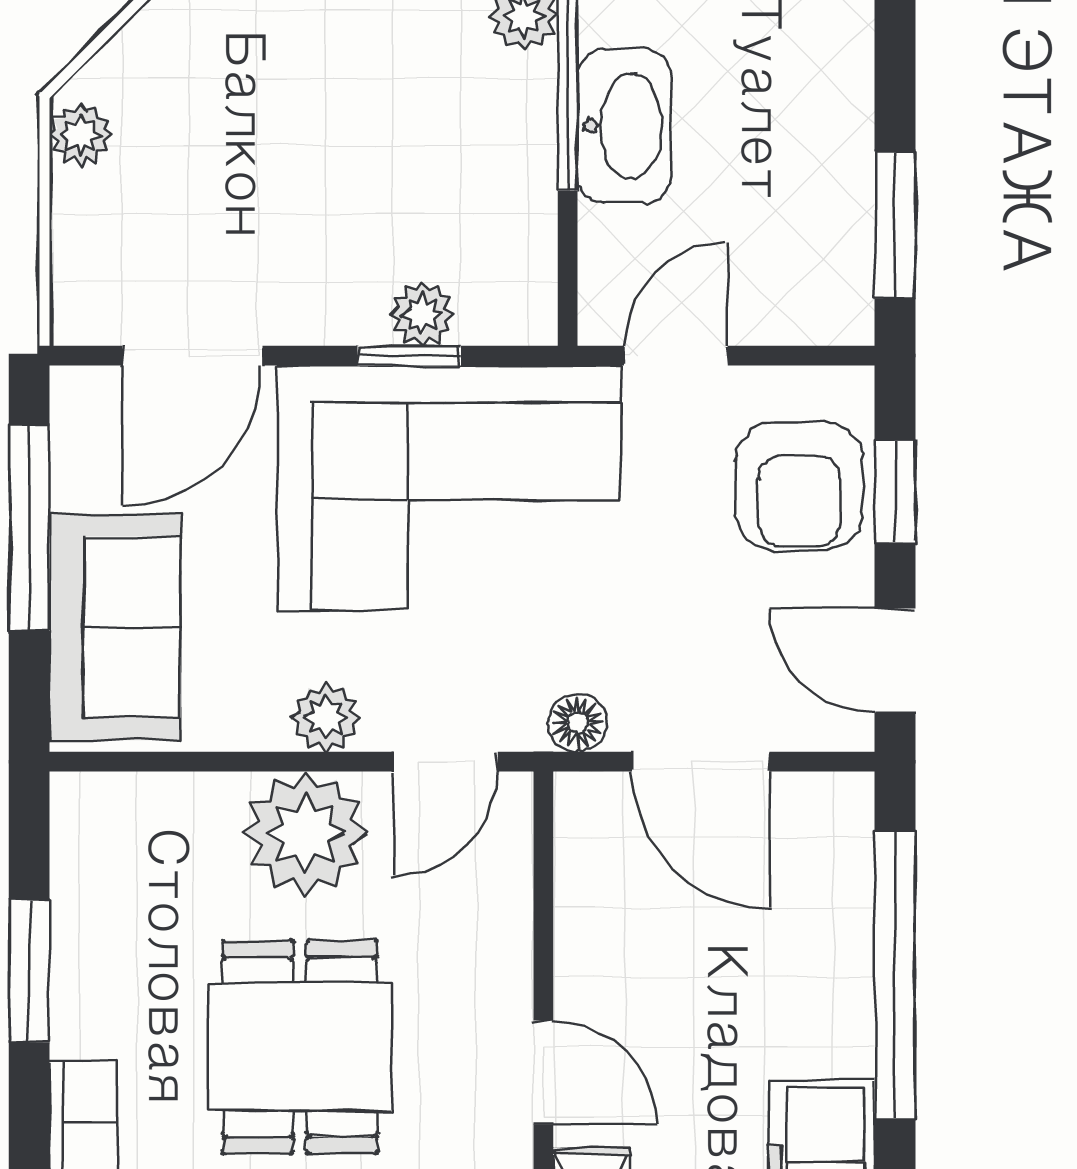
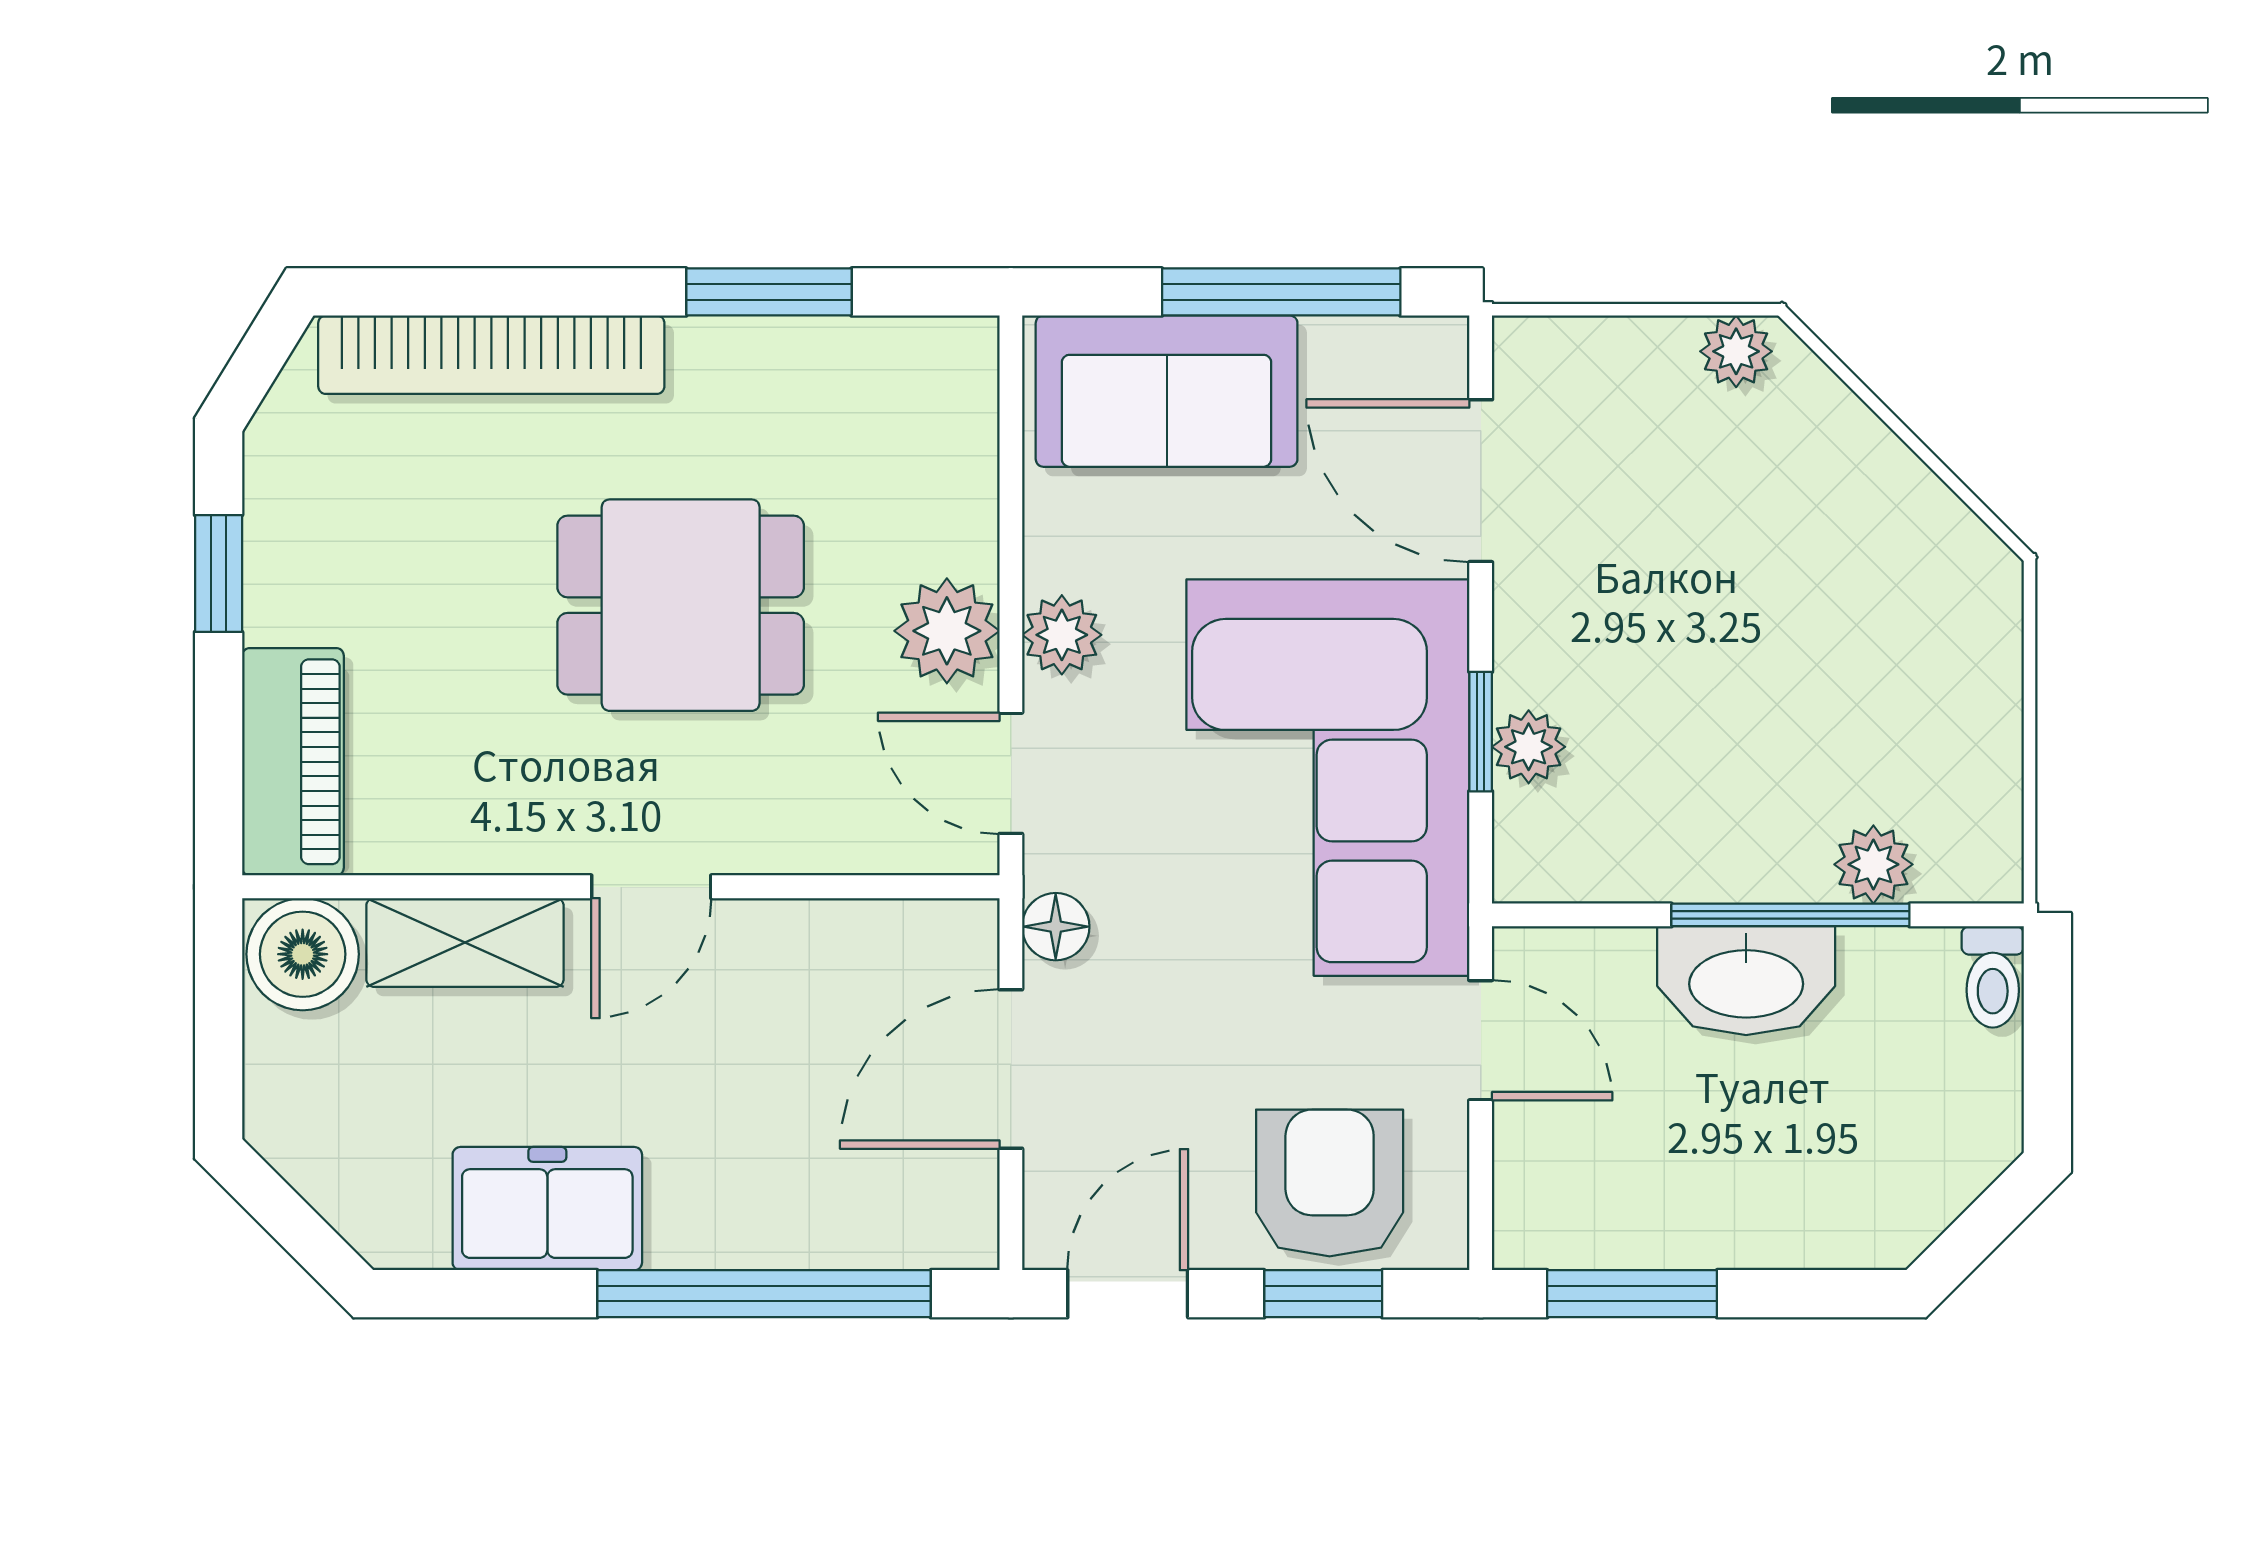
armchair: (799, 486) -> (1330, 1183), turned 90
plant: (306, 833) -> (947, 631), width x0.73, depth x0.73

